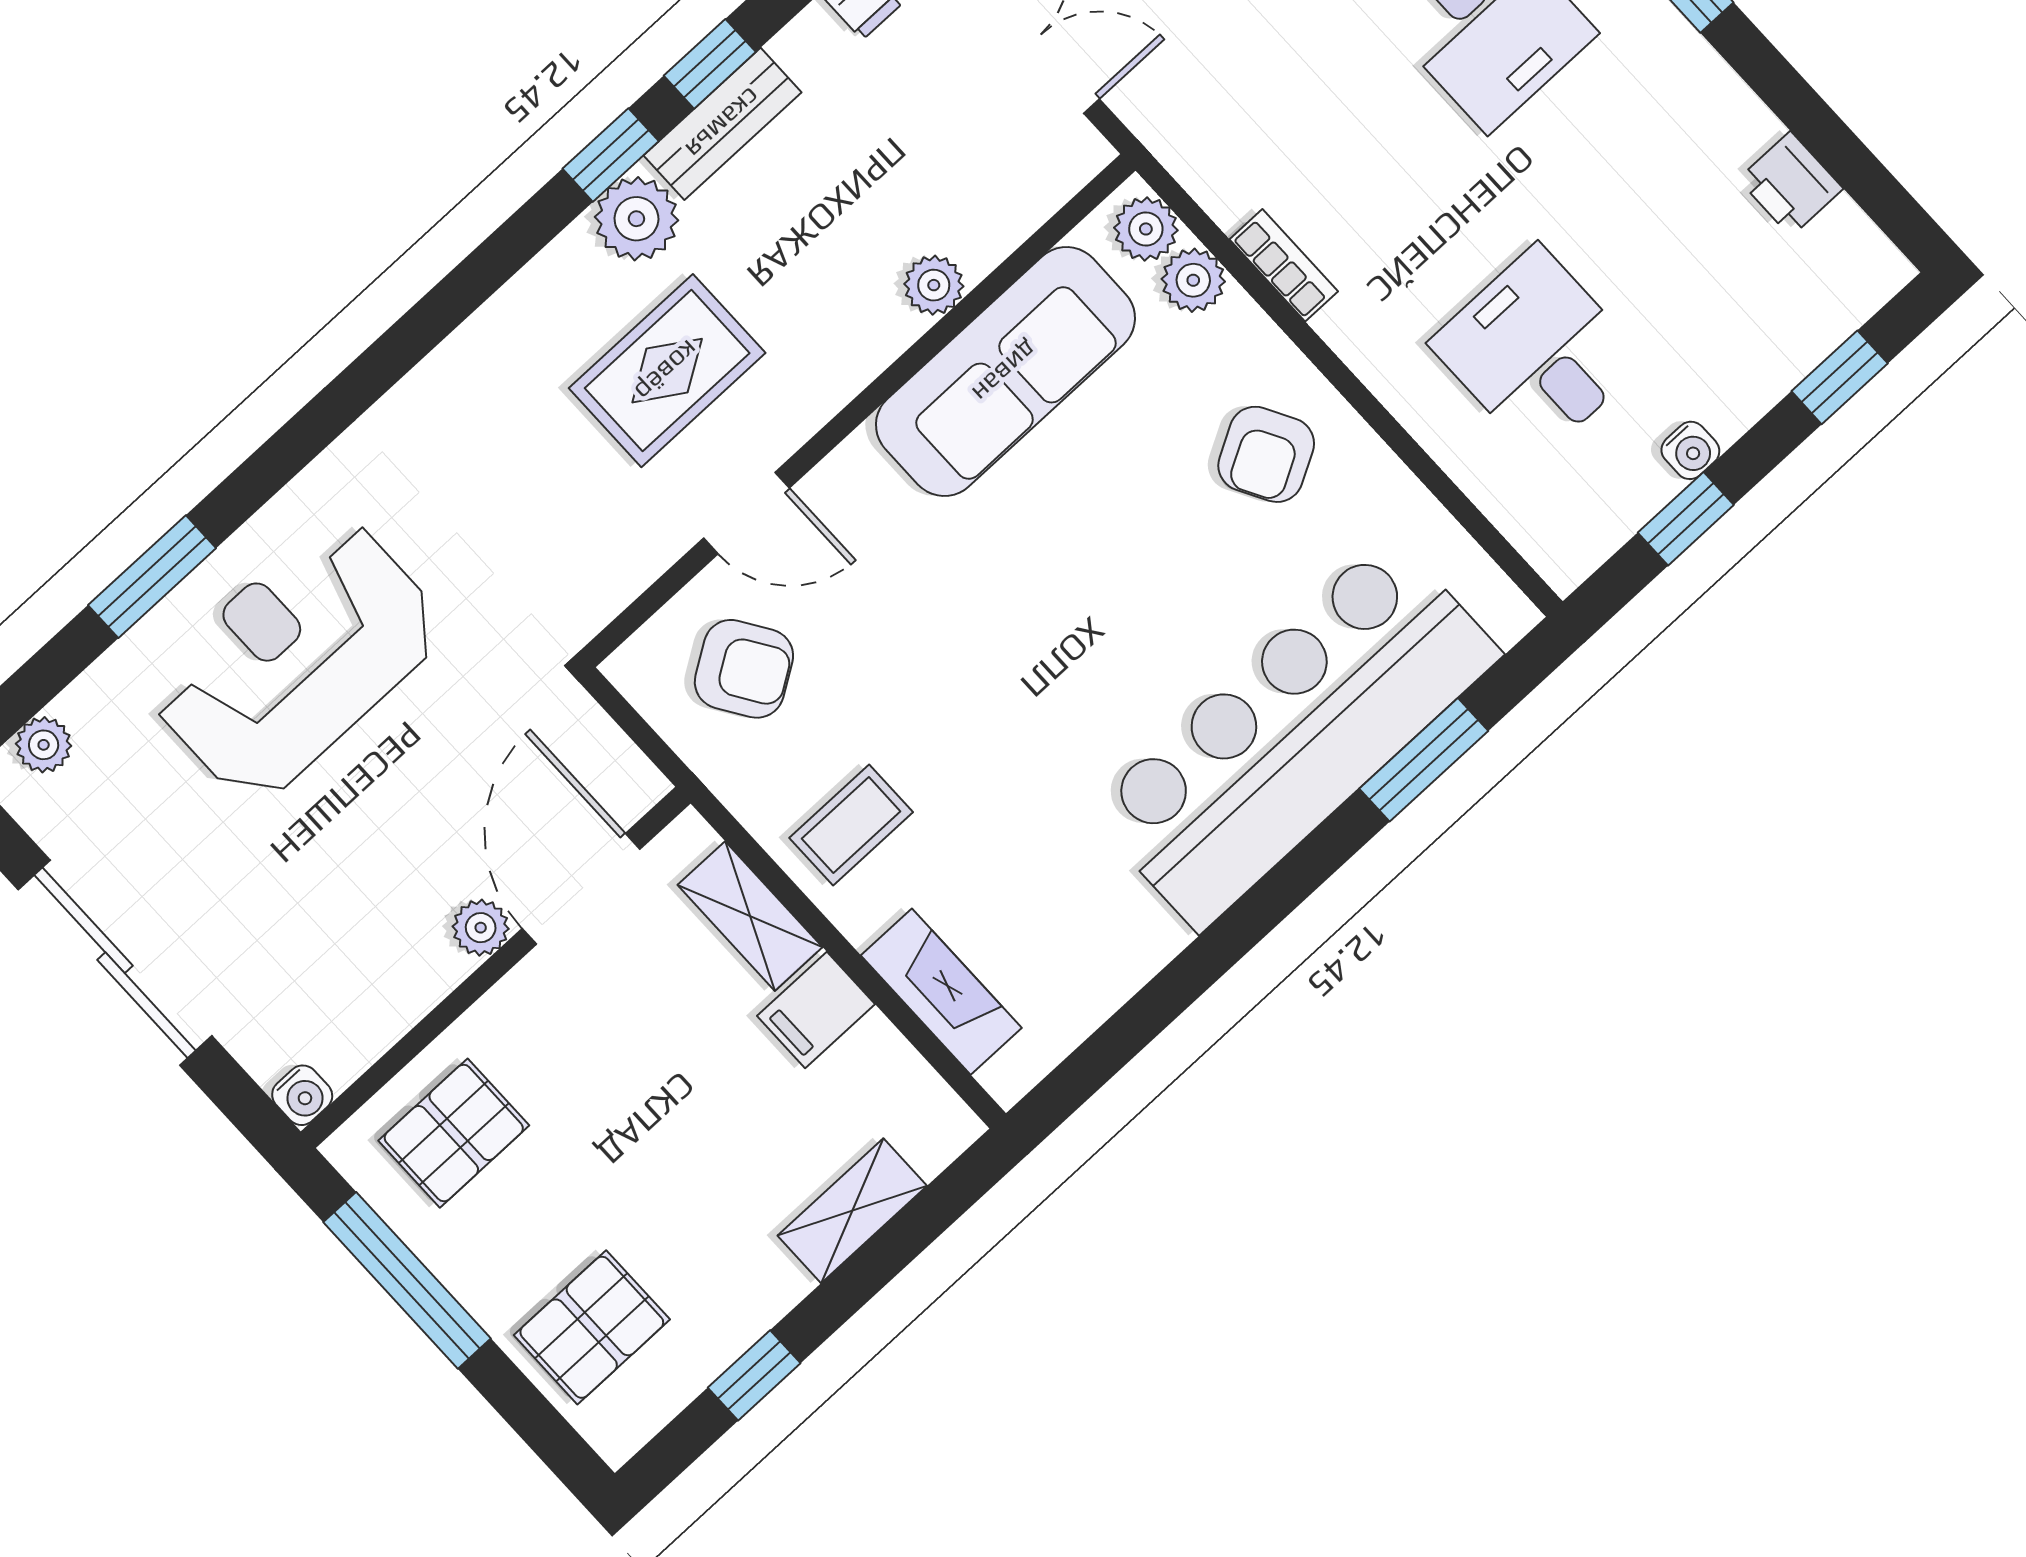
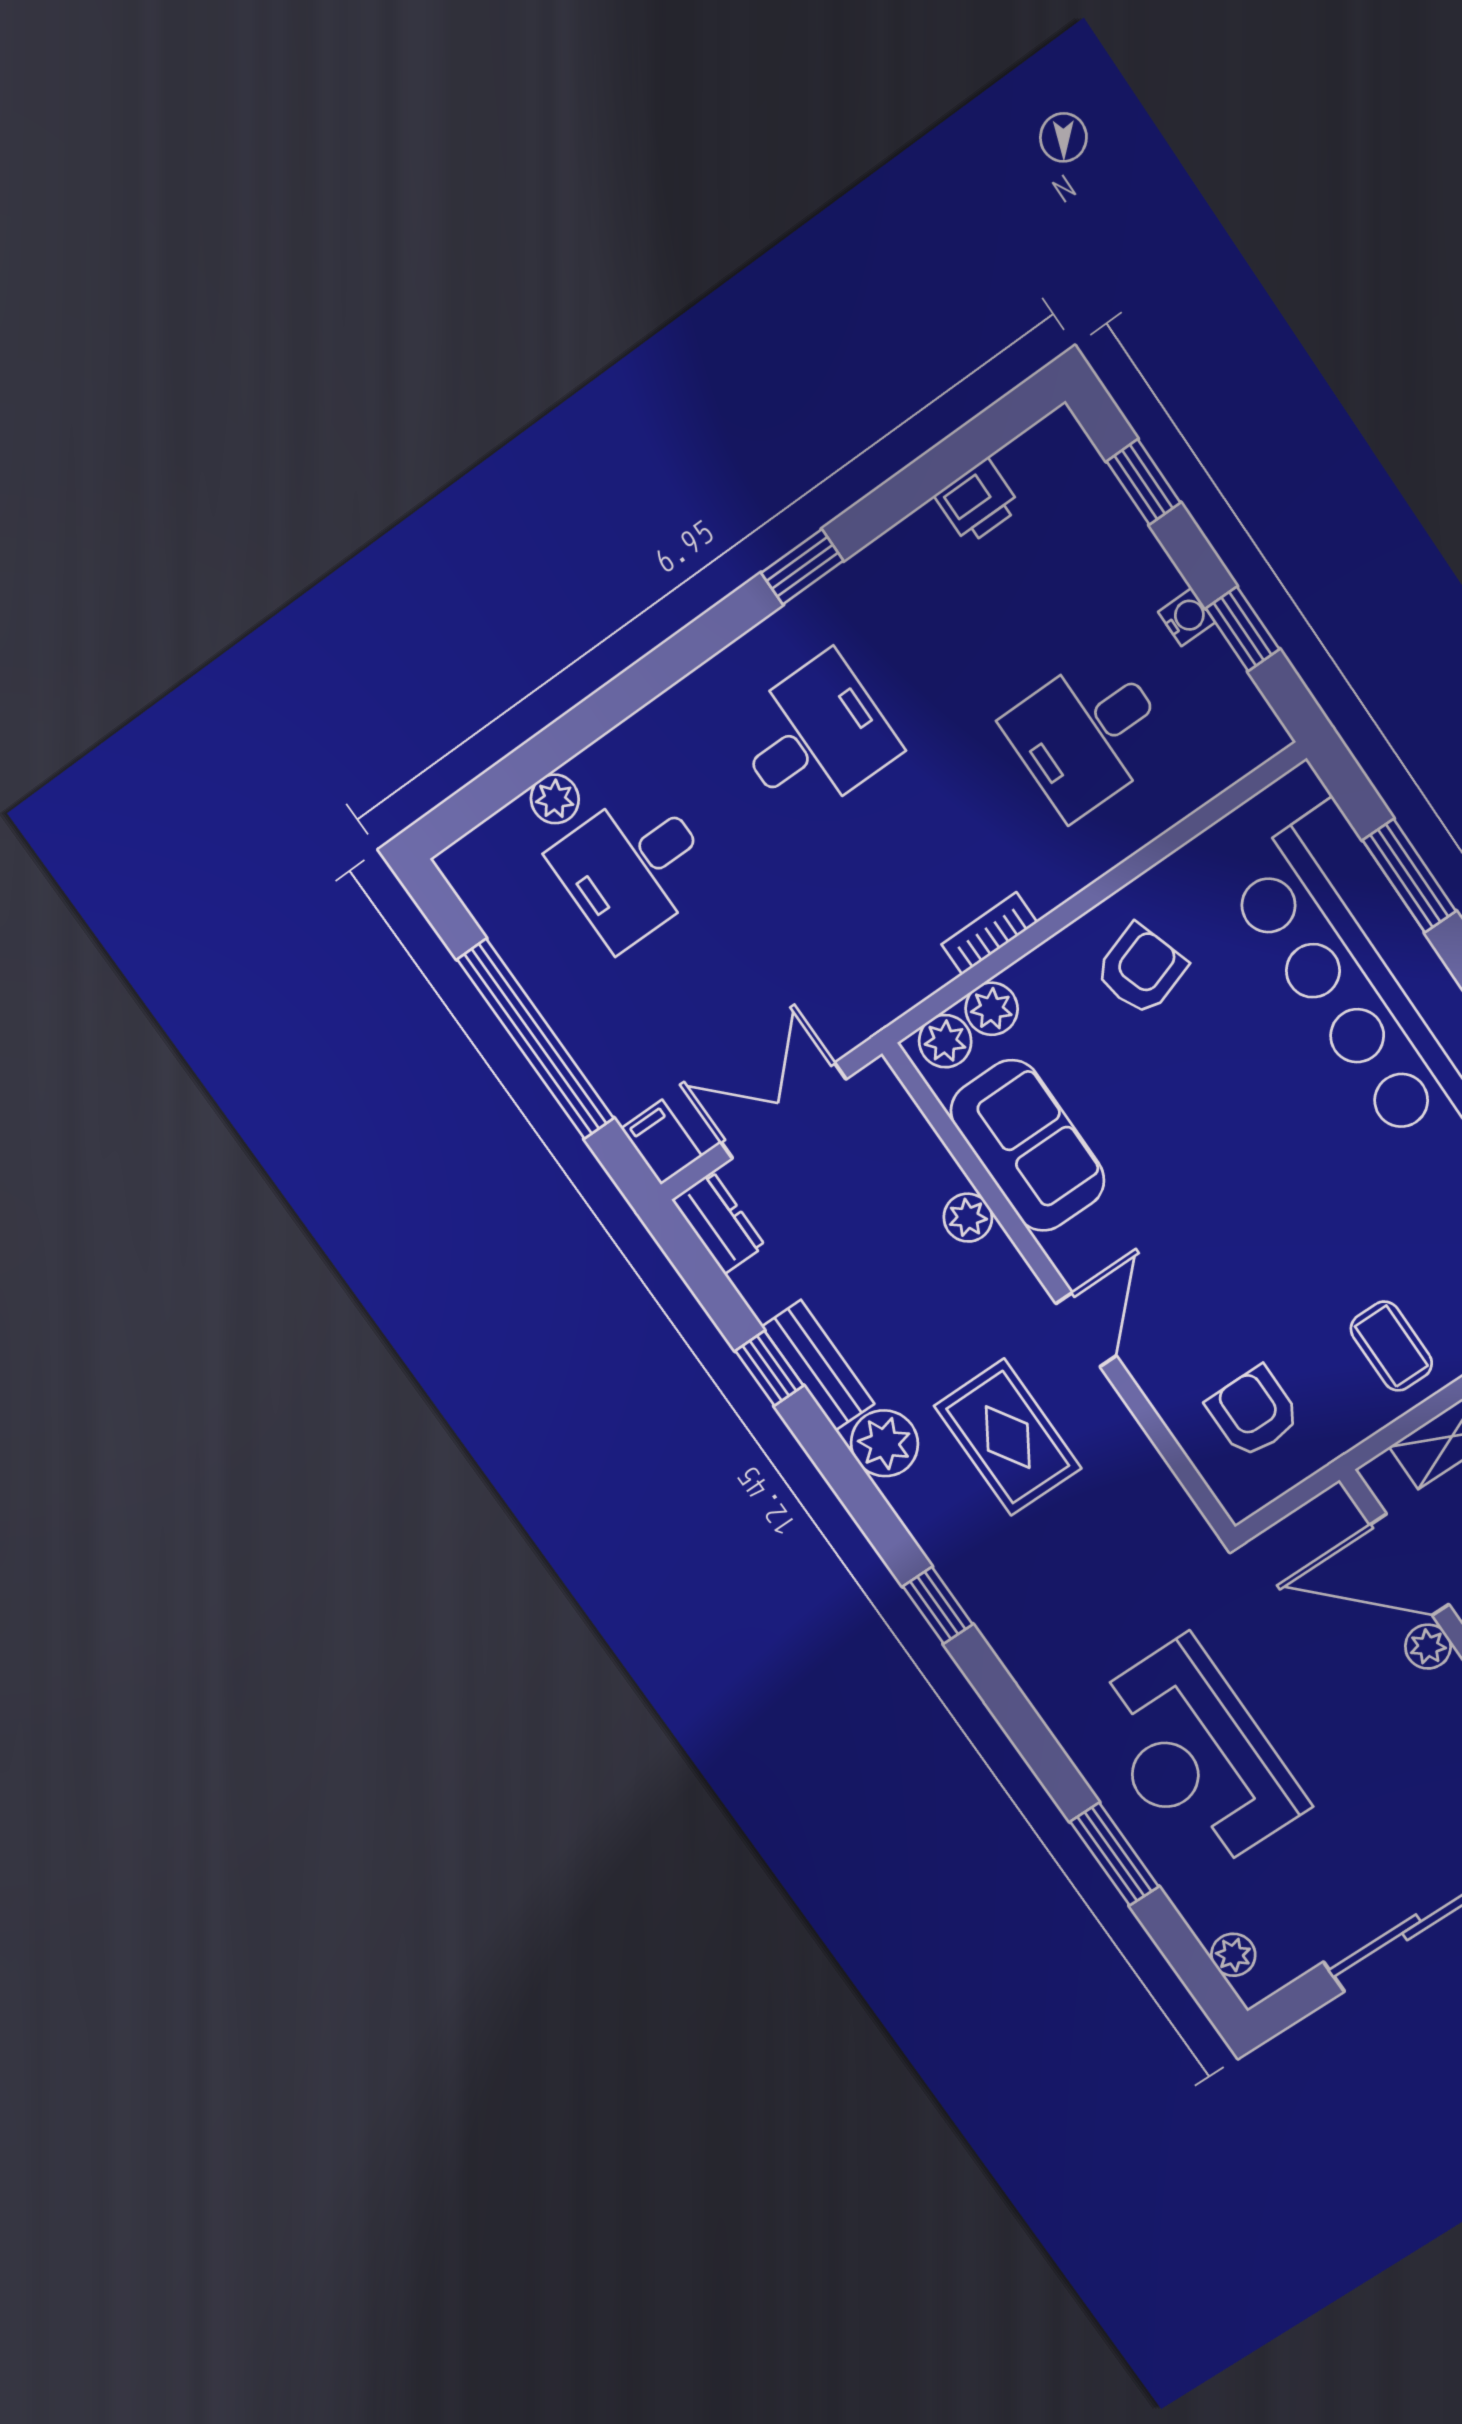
window: (611, 155) -> (938, 1605), moved
sofa: (1005, 372) -> (1028, 1146), width x0.73
armchair: (1266, 454) -> (1141, 970), turned -79
door: (746, 513) -> (1086, 1330), moved
armchair: (744, 669) -> (1253, 1412), turned -57

